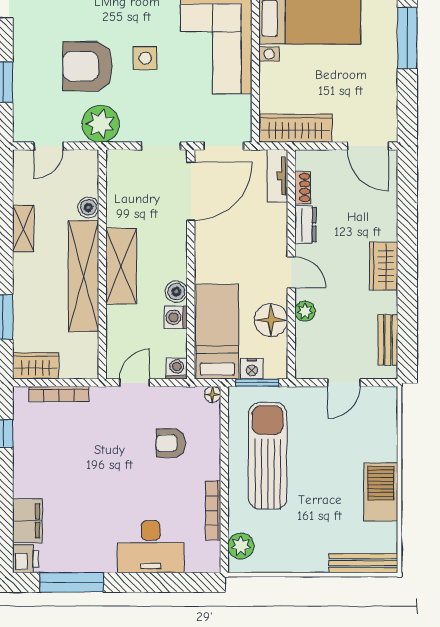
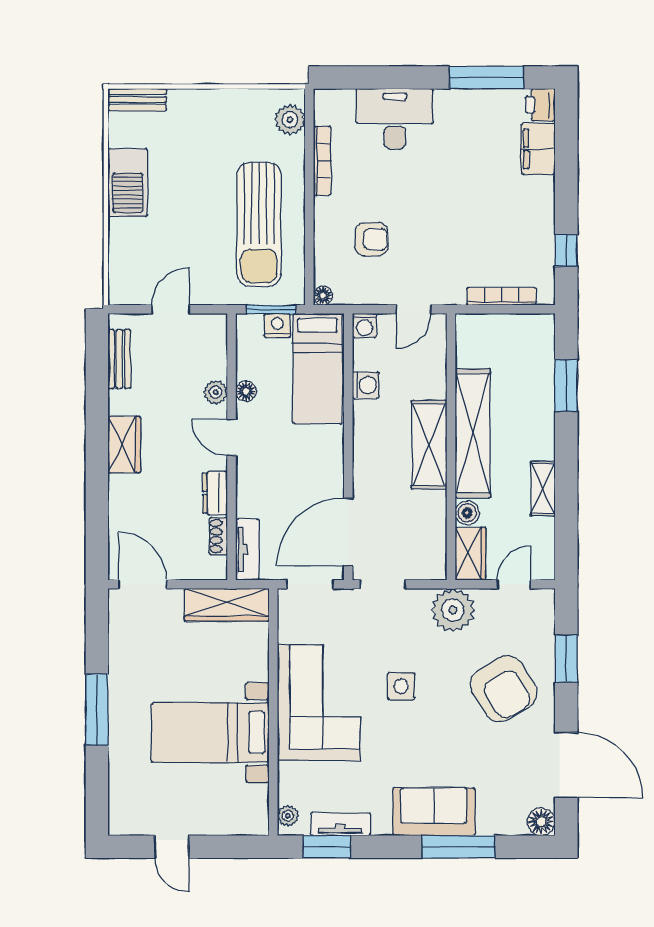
armchair: (88, 66) -> (504, 689), moved, turned 58
boiler: (176, 292) -> (365, 415), removed
floor lamp: (271, 320) -> (246, 391), width x0.53, depth x0.53
wardrobe: (36, 366) -> (470, 554), moved, turned -90
bench: (363, 563) -> (137, 100), width x0.73

